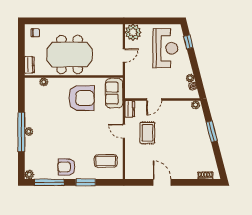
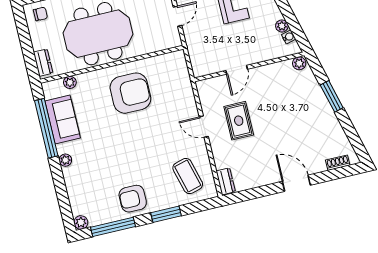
sofa: (114, 93) -> (63, 120), moved, turned 180
dresser: (130, 109) -> (226, 181), moved
window: (21, 132) -> (46, 128), moved
coffee table: (106, 161) -> (188, 176), turned 75
door: (162, 182) -> (296, 183), moved

